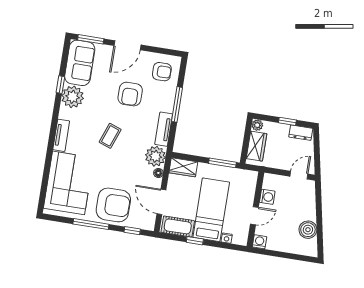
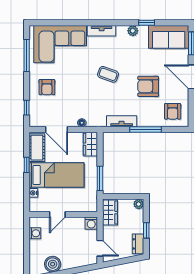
plant: (73, 97) -> (133, 31), width x0.53, depth x0.53
wardrobe: (256, 146) -> (110, 213), moved, turned -90
plant: (155, 156) -> (96, 118), removed
washing machine: (267, 197) -> (91, 223), moved
door: (161, 202) -> (57, 130), swing flipped
armchair: (113, 205) -> (47, 87), width x0.53, depth x0.53
door: (254, 216) -> (57, 214), hinge flipped
window: (91, 224) -> (27, 55), moved
washing machine: (259, 242) -> (35, 233), moved

